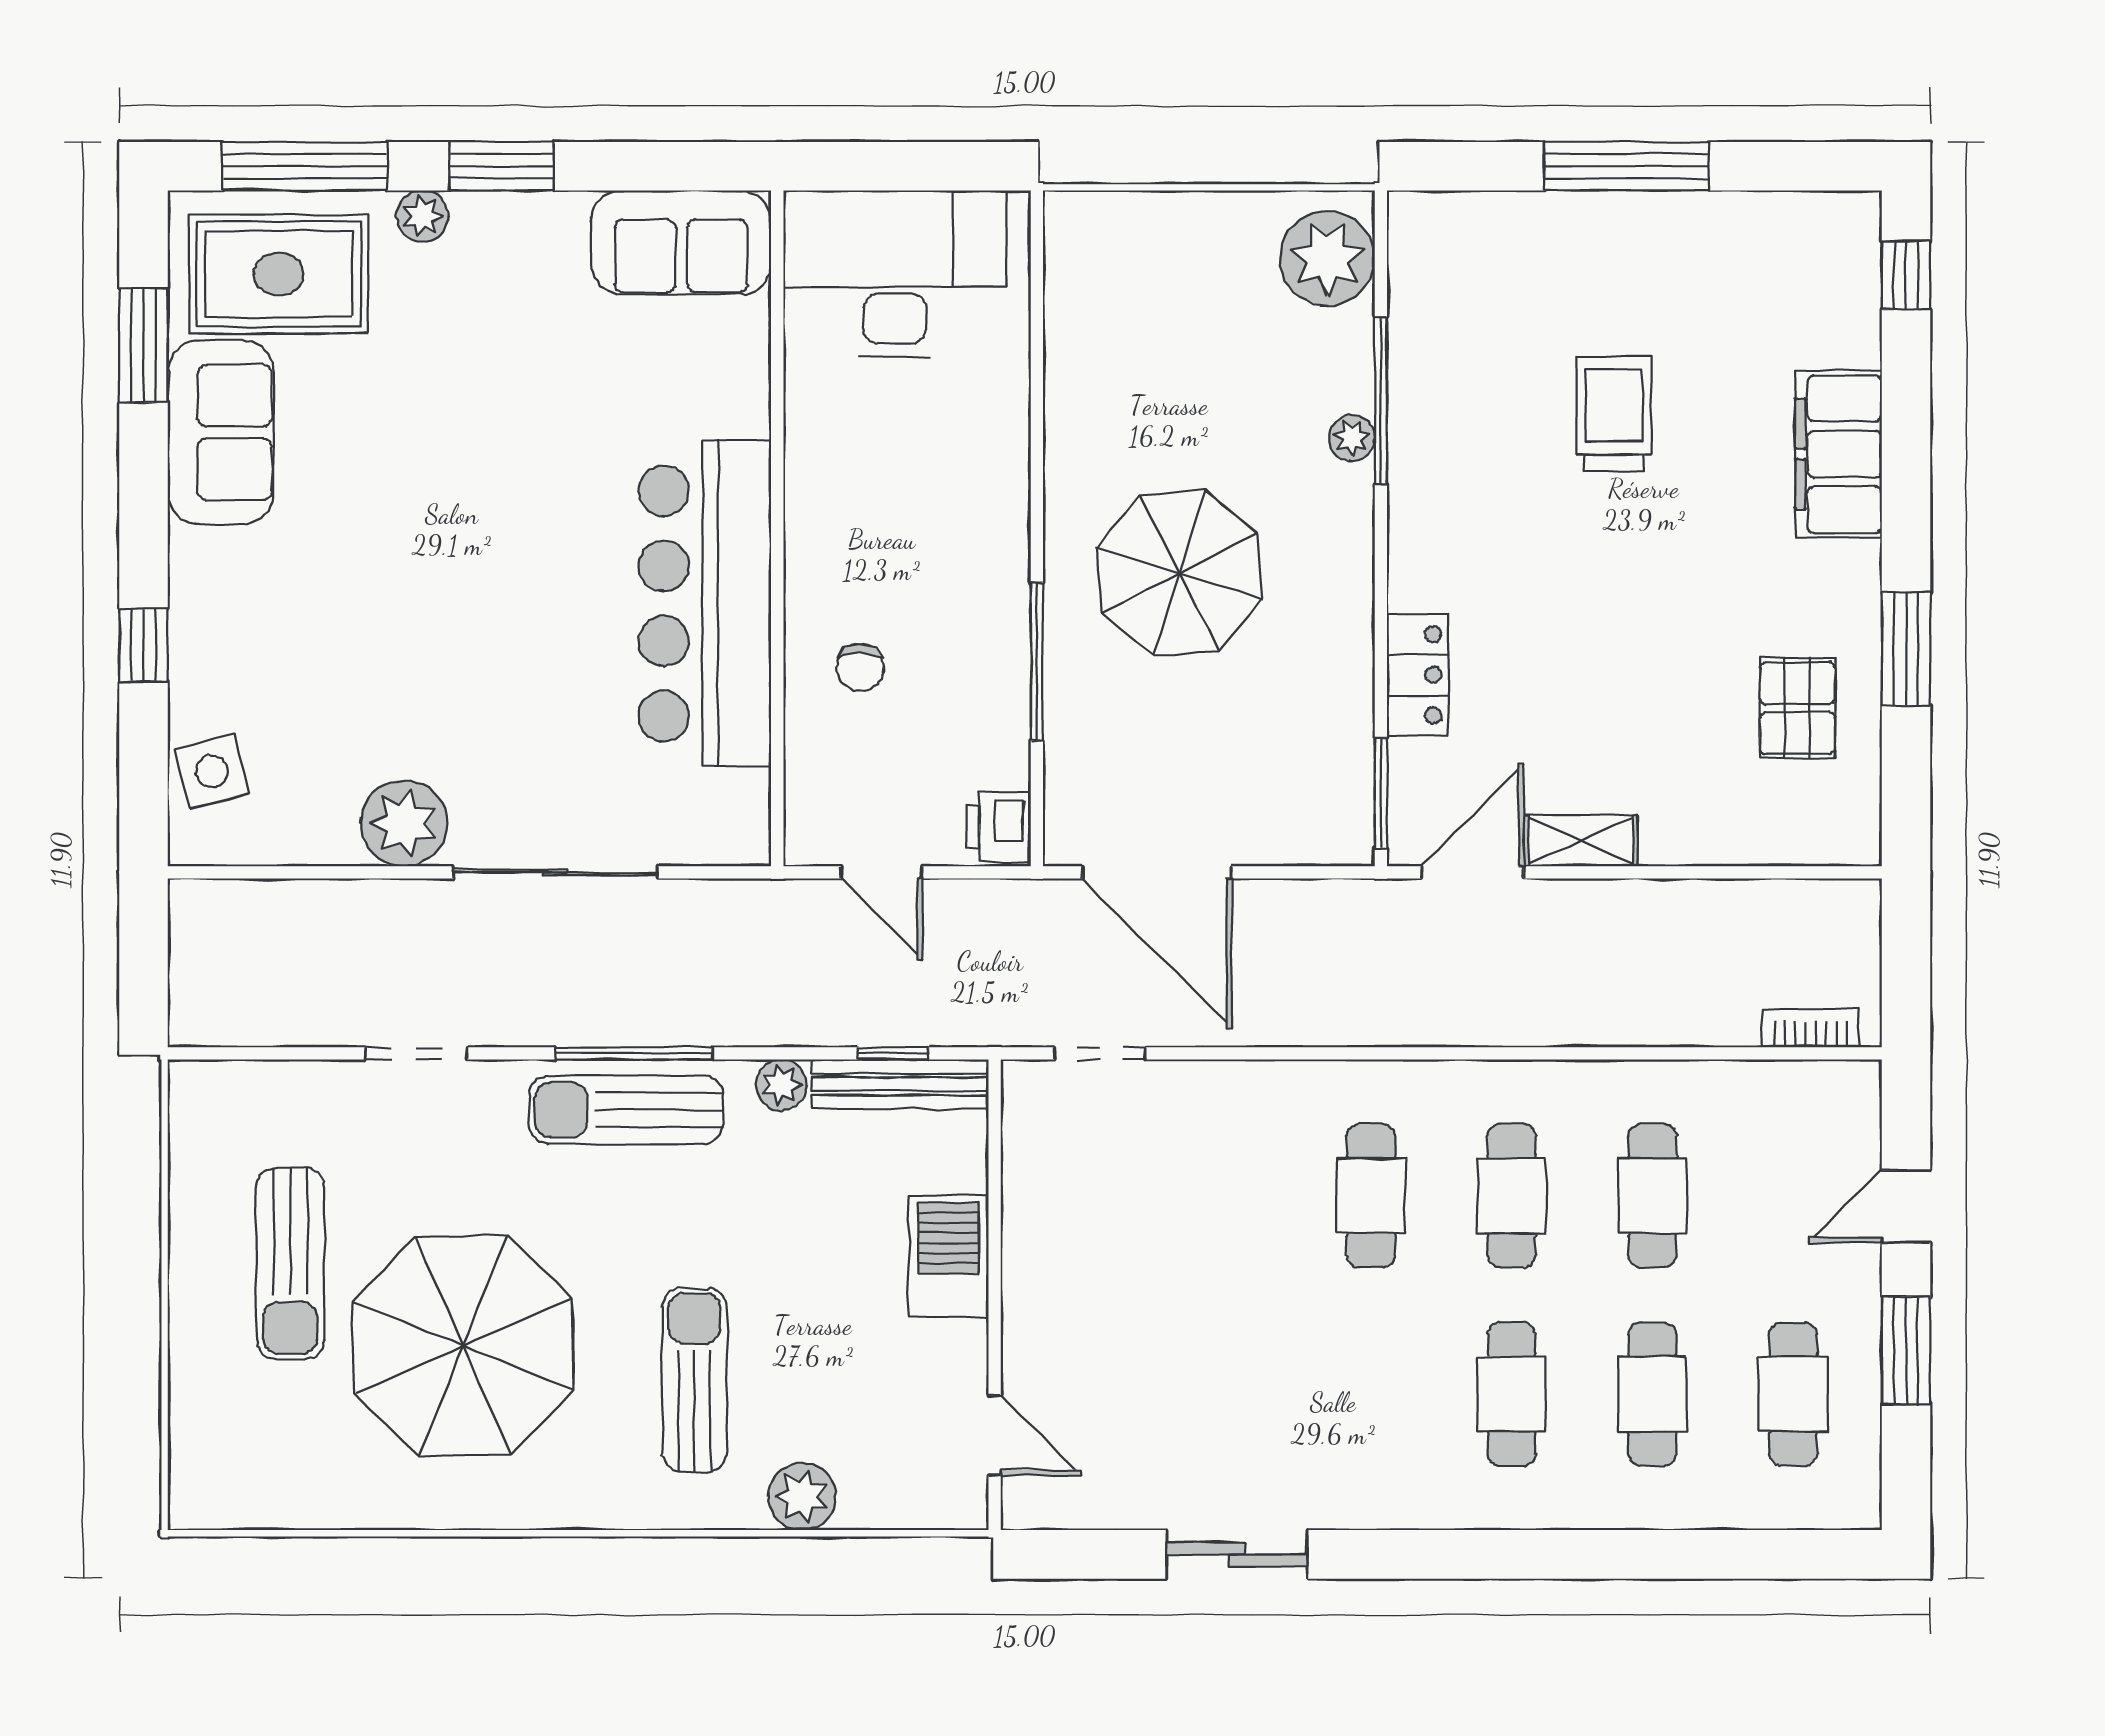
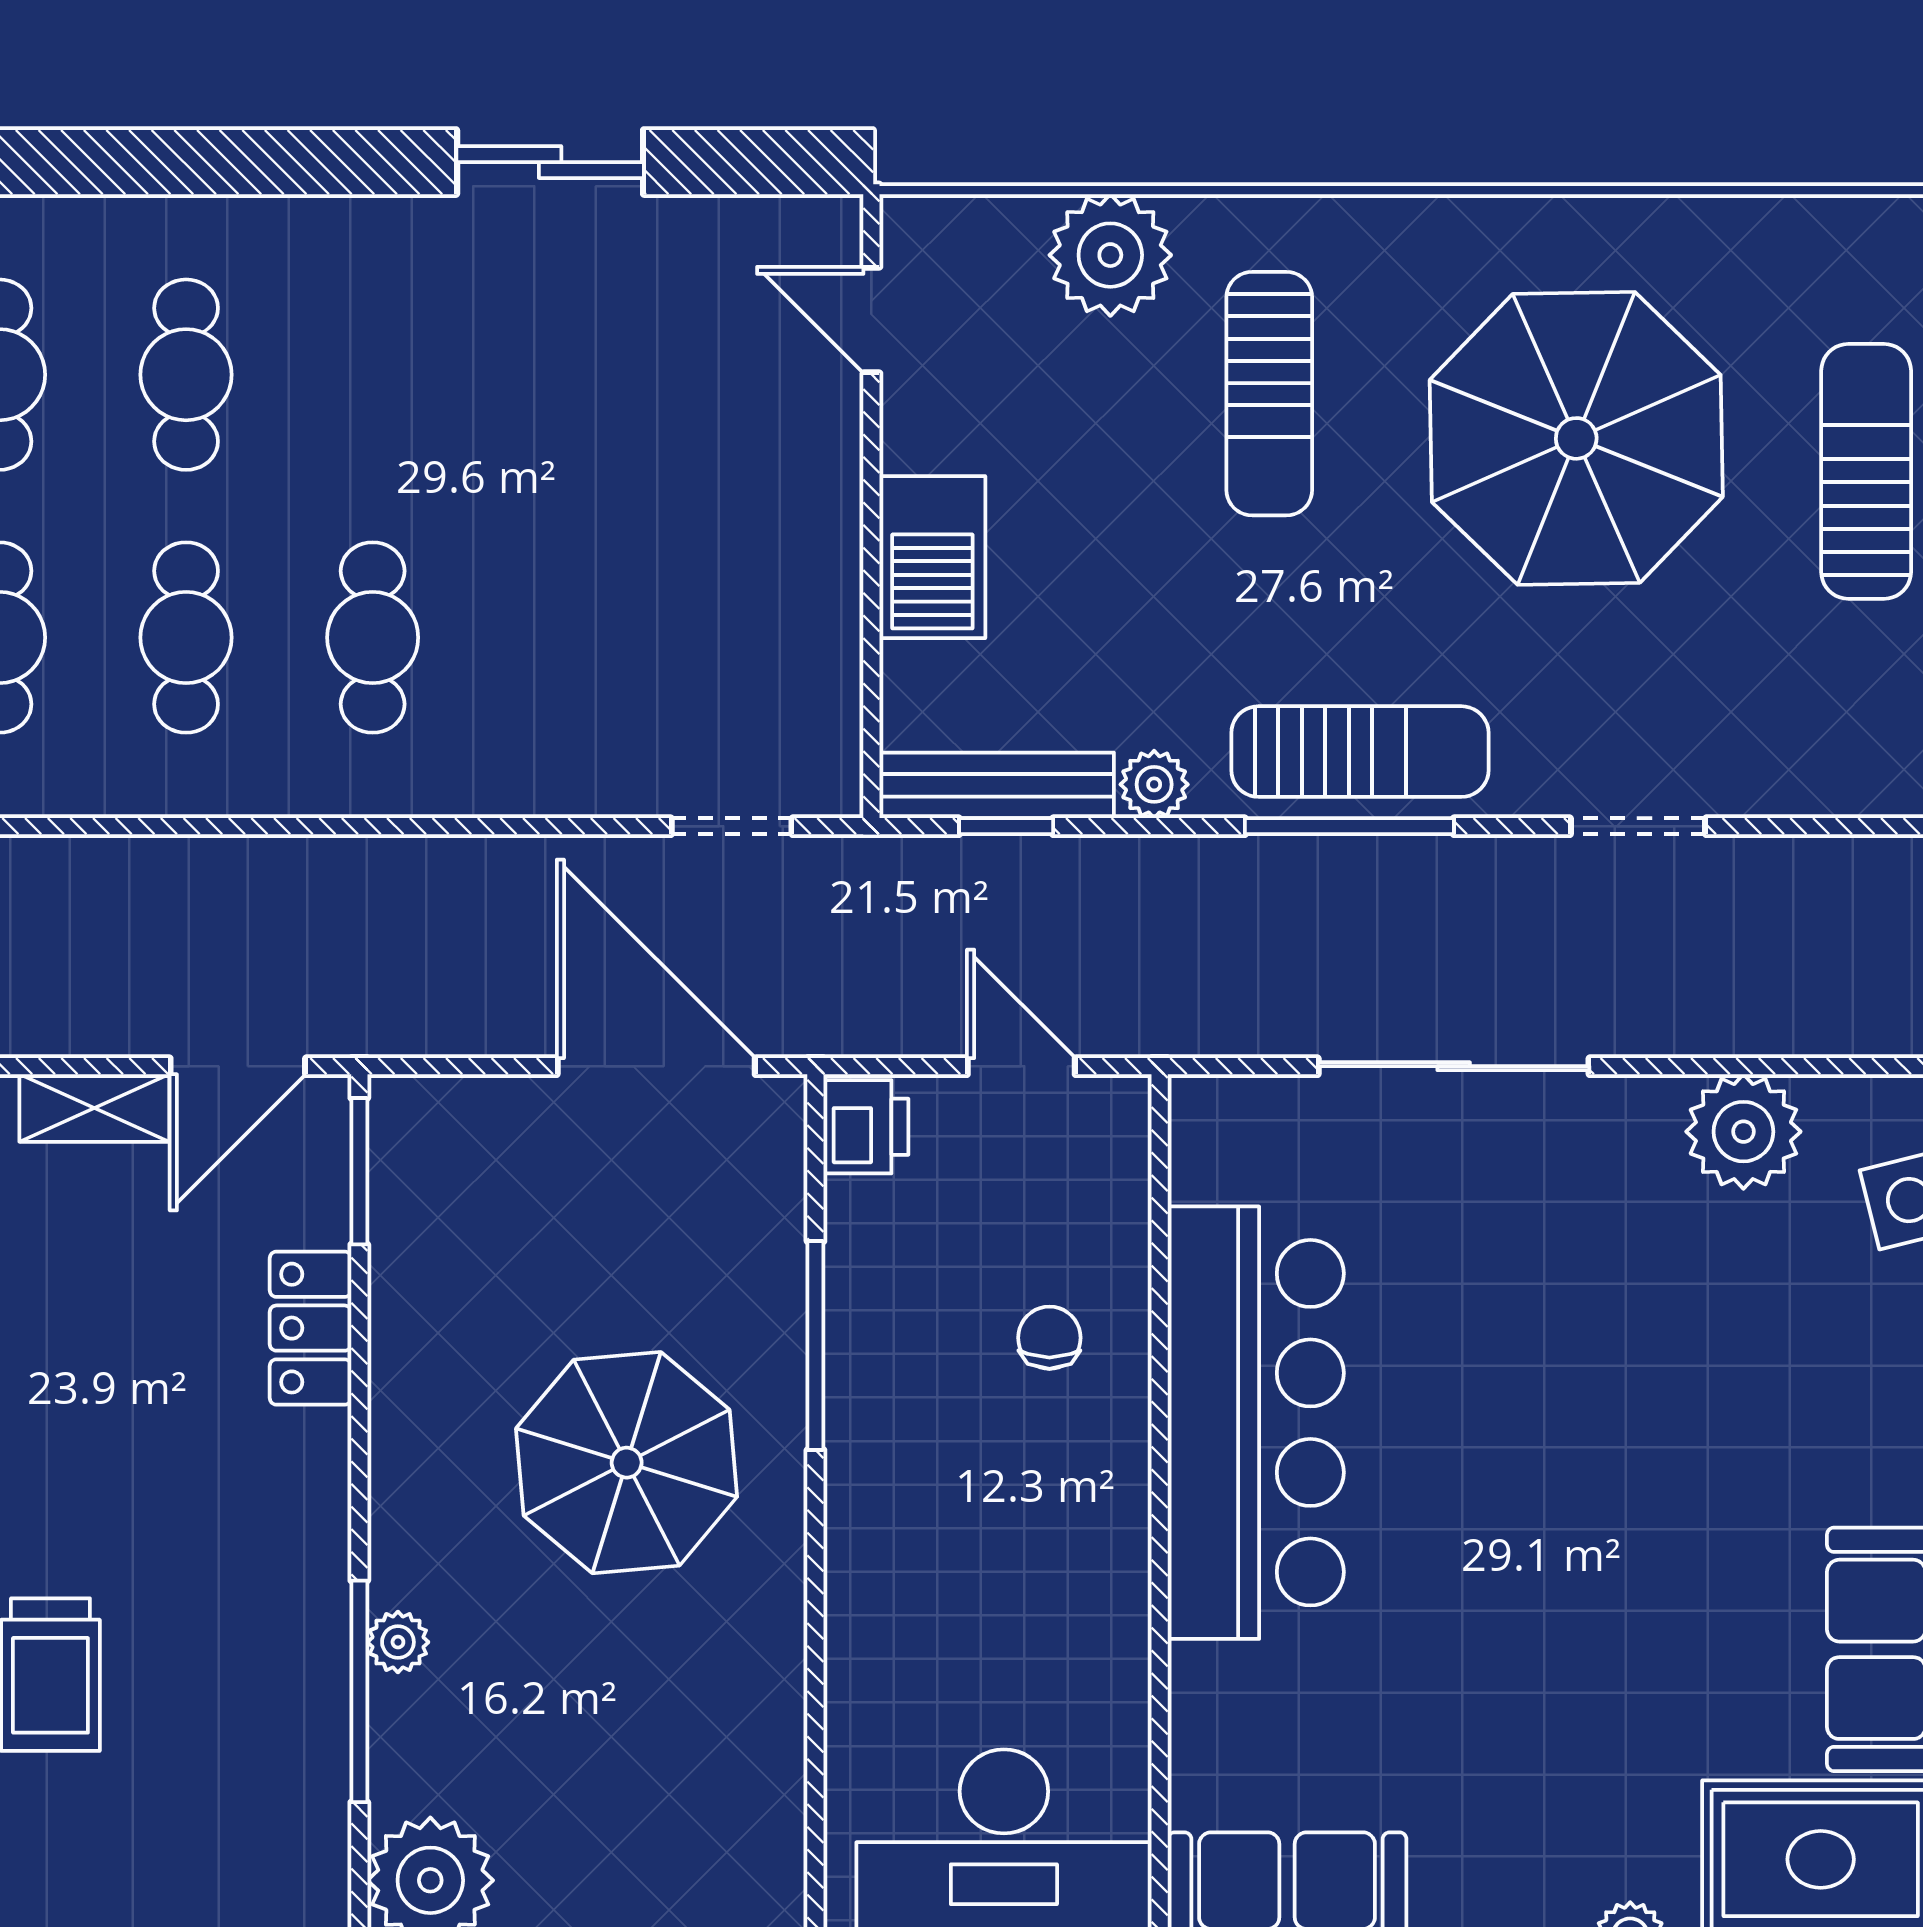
plant: (404, 823) -> (1743, 1132), moved
sun lounger: (290, 1263) -> (1866, 471), moved
plant: (802, 1496) -> (1110, 255), width x1.36, depth x1.36

